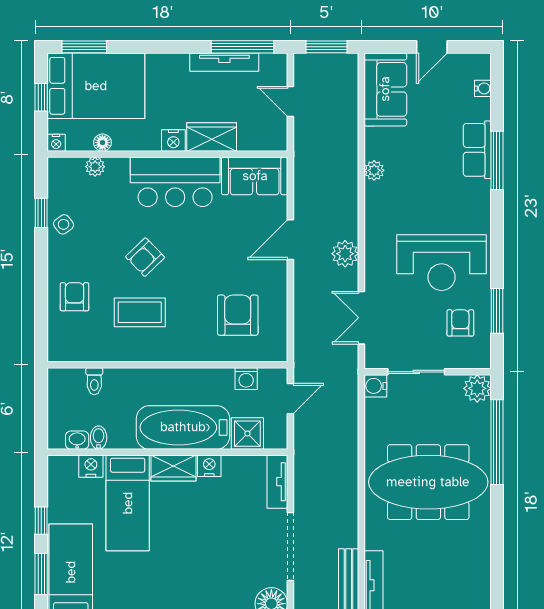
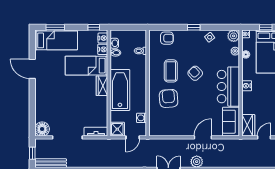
wardrobe: (212, 137) -> (248, 125), moved
plant: (60, 170) -> (234, 36), added
window: (41, 213) -> (194, 27), moved
door: (290, 240) -> (203, 137), hinge flipped
armchair: (75, 297) -> (167, 38), moved
armchair: (238, 315) -> (169, 98), moved, turned -94
door: (290, 399) -> (133, 137), hinge flipped
shower: (247, 434) -> (117, 129), moved
nightstand: (209, 466) -> (103, 38), moved
window: (41, 521) -> (94, 27), moved

